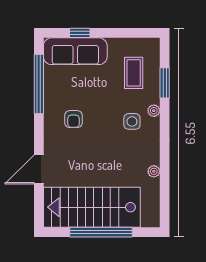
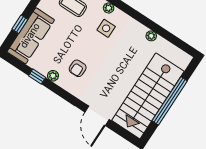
window: (39, 84) -> (37, 77), width x0.32
plant: (50, 99) -> (53, 76), added
armchair: (74, 119) -> (78, 68), turned 90

